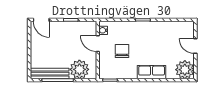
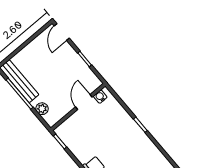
chair: (122, 51) -> (96, 130), removed
plant: (79, 69) -> (42, 109), width x0.53, depth x0.53

